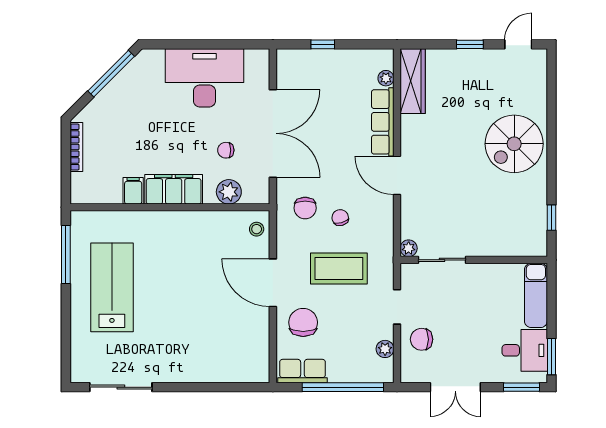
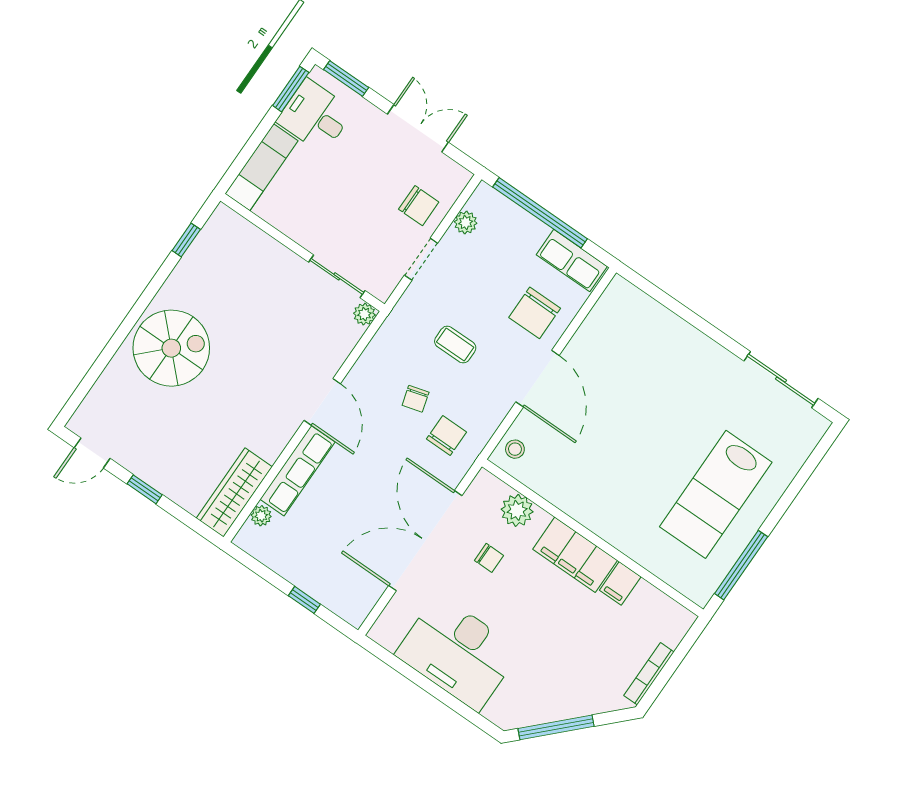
coffee table: (339, 268) -> (455, 345), width x0.54, depth x0.58

